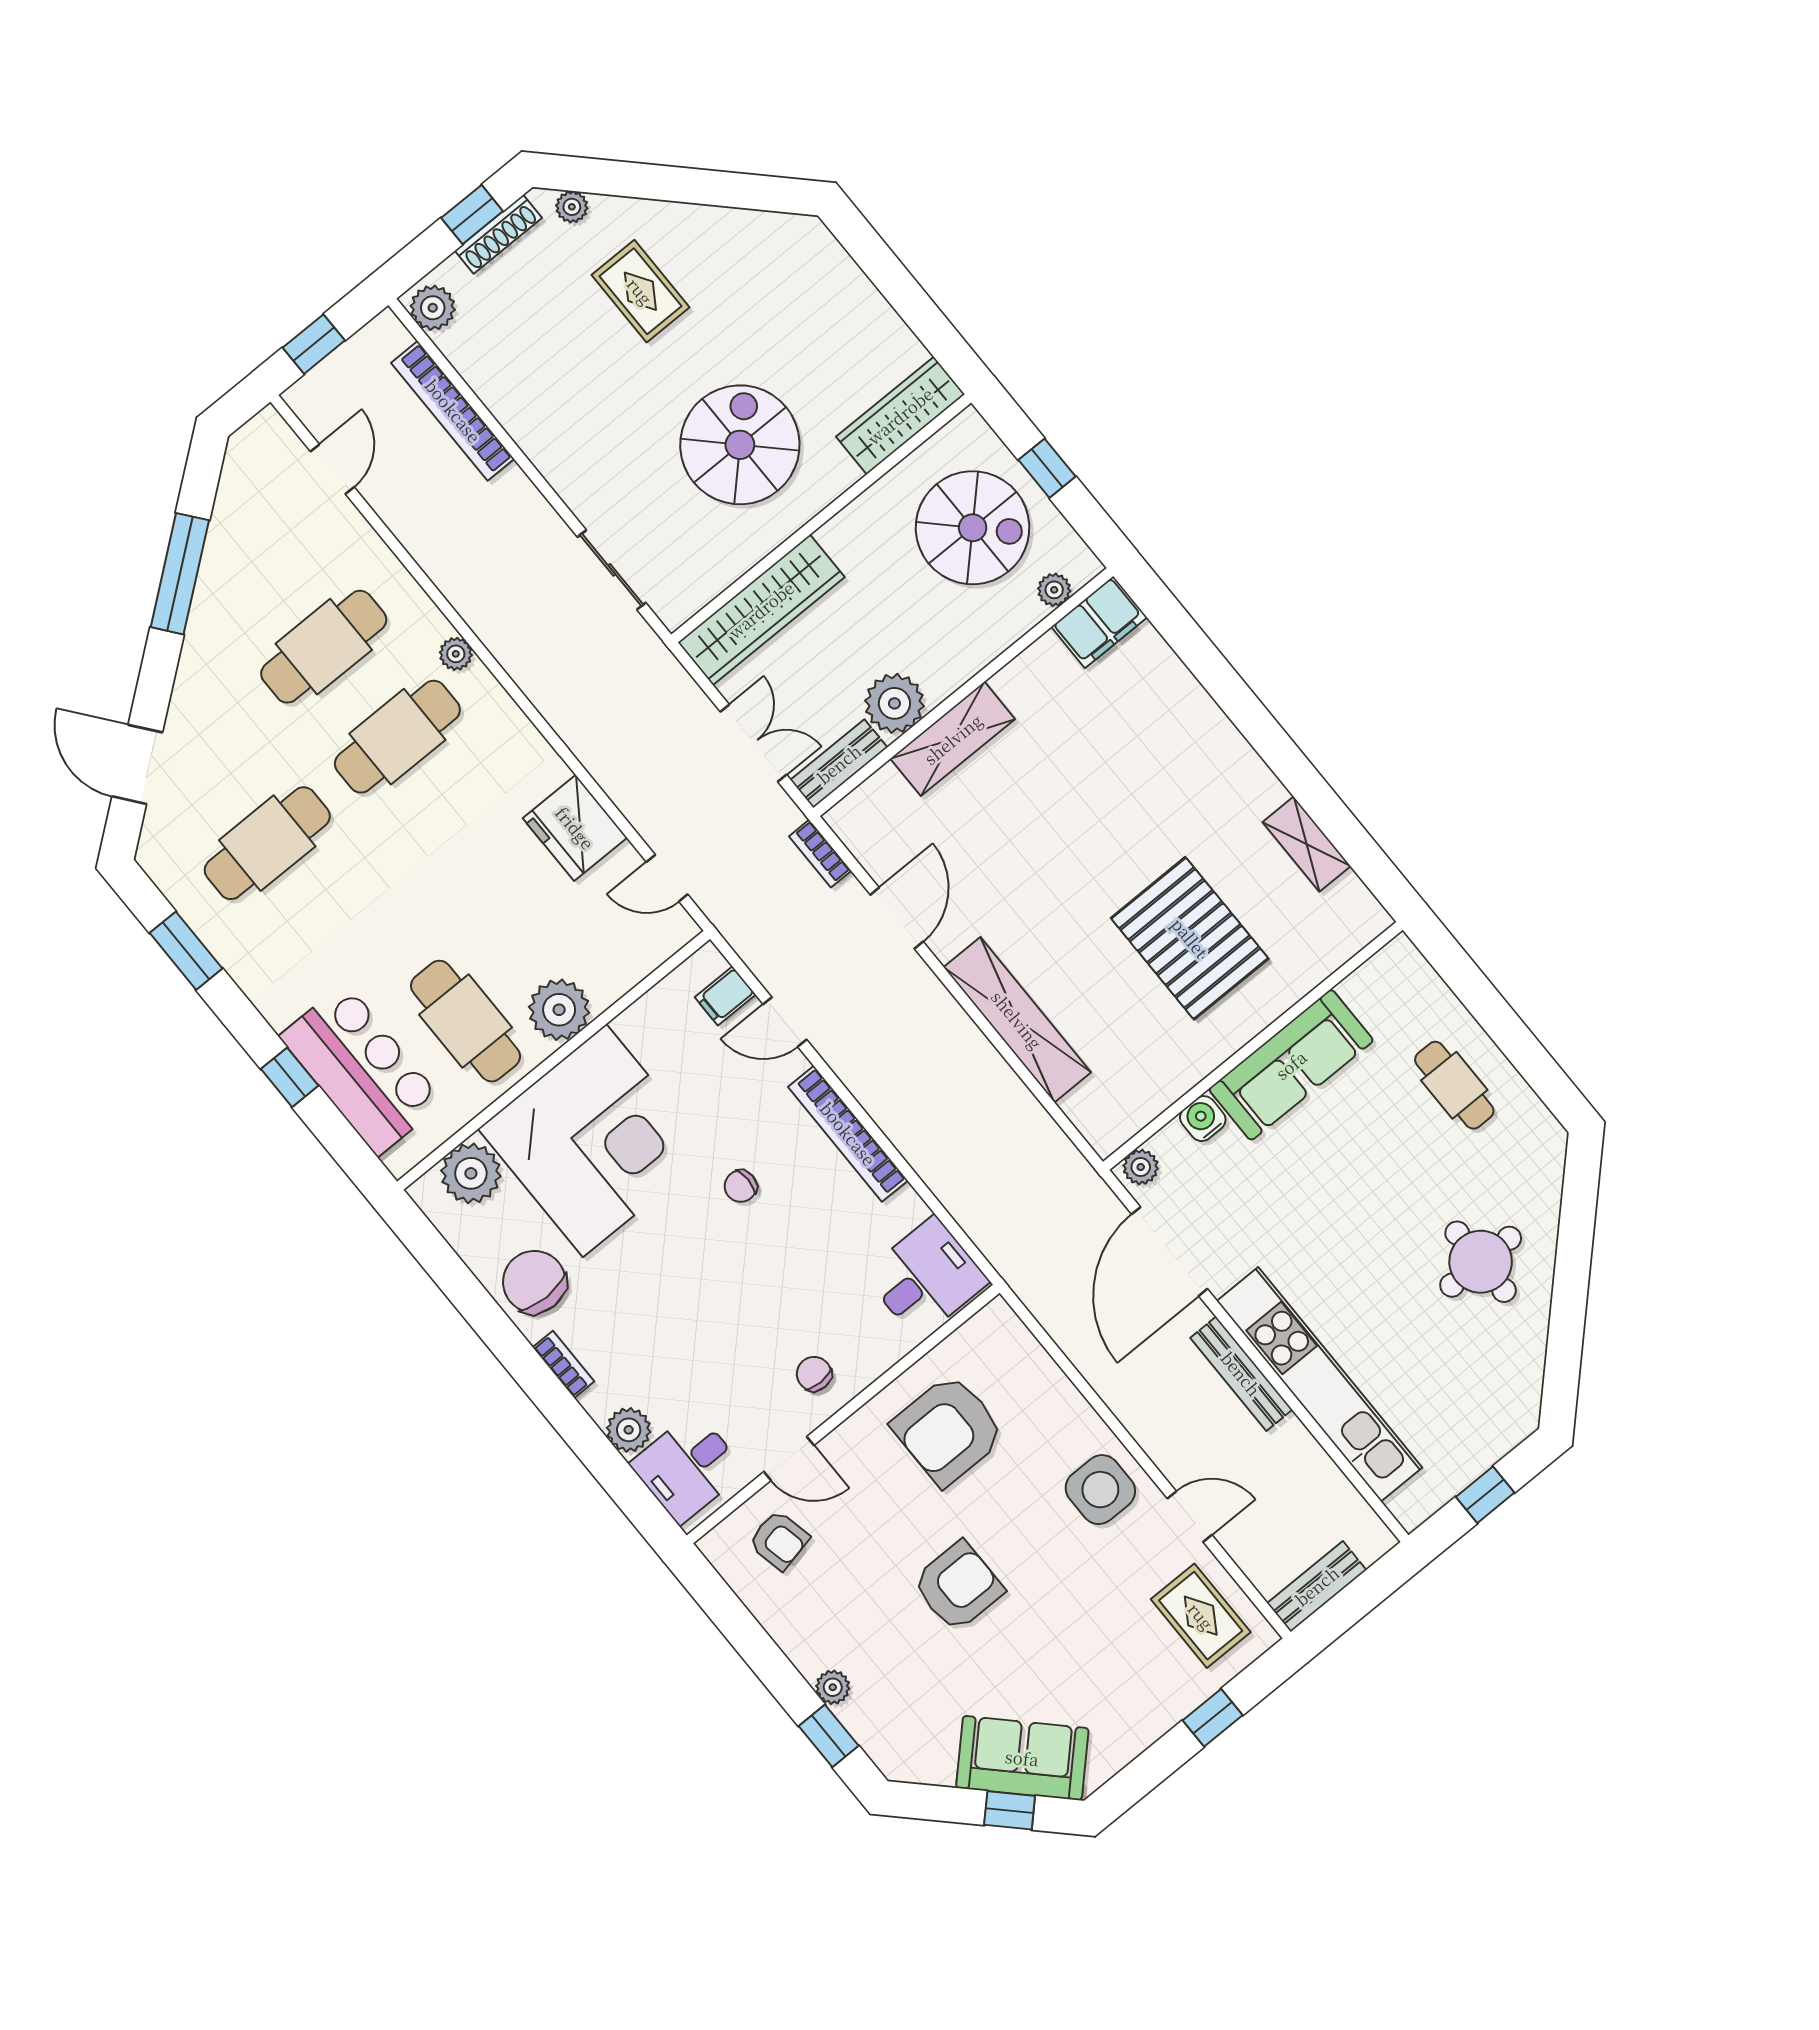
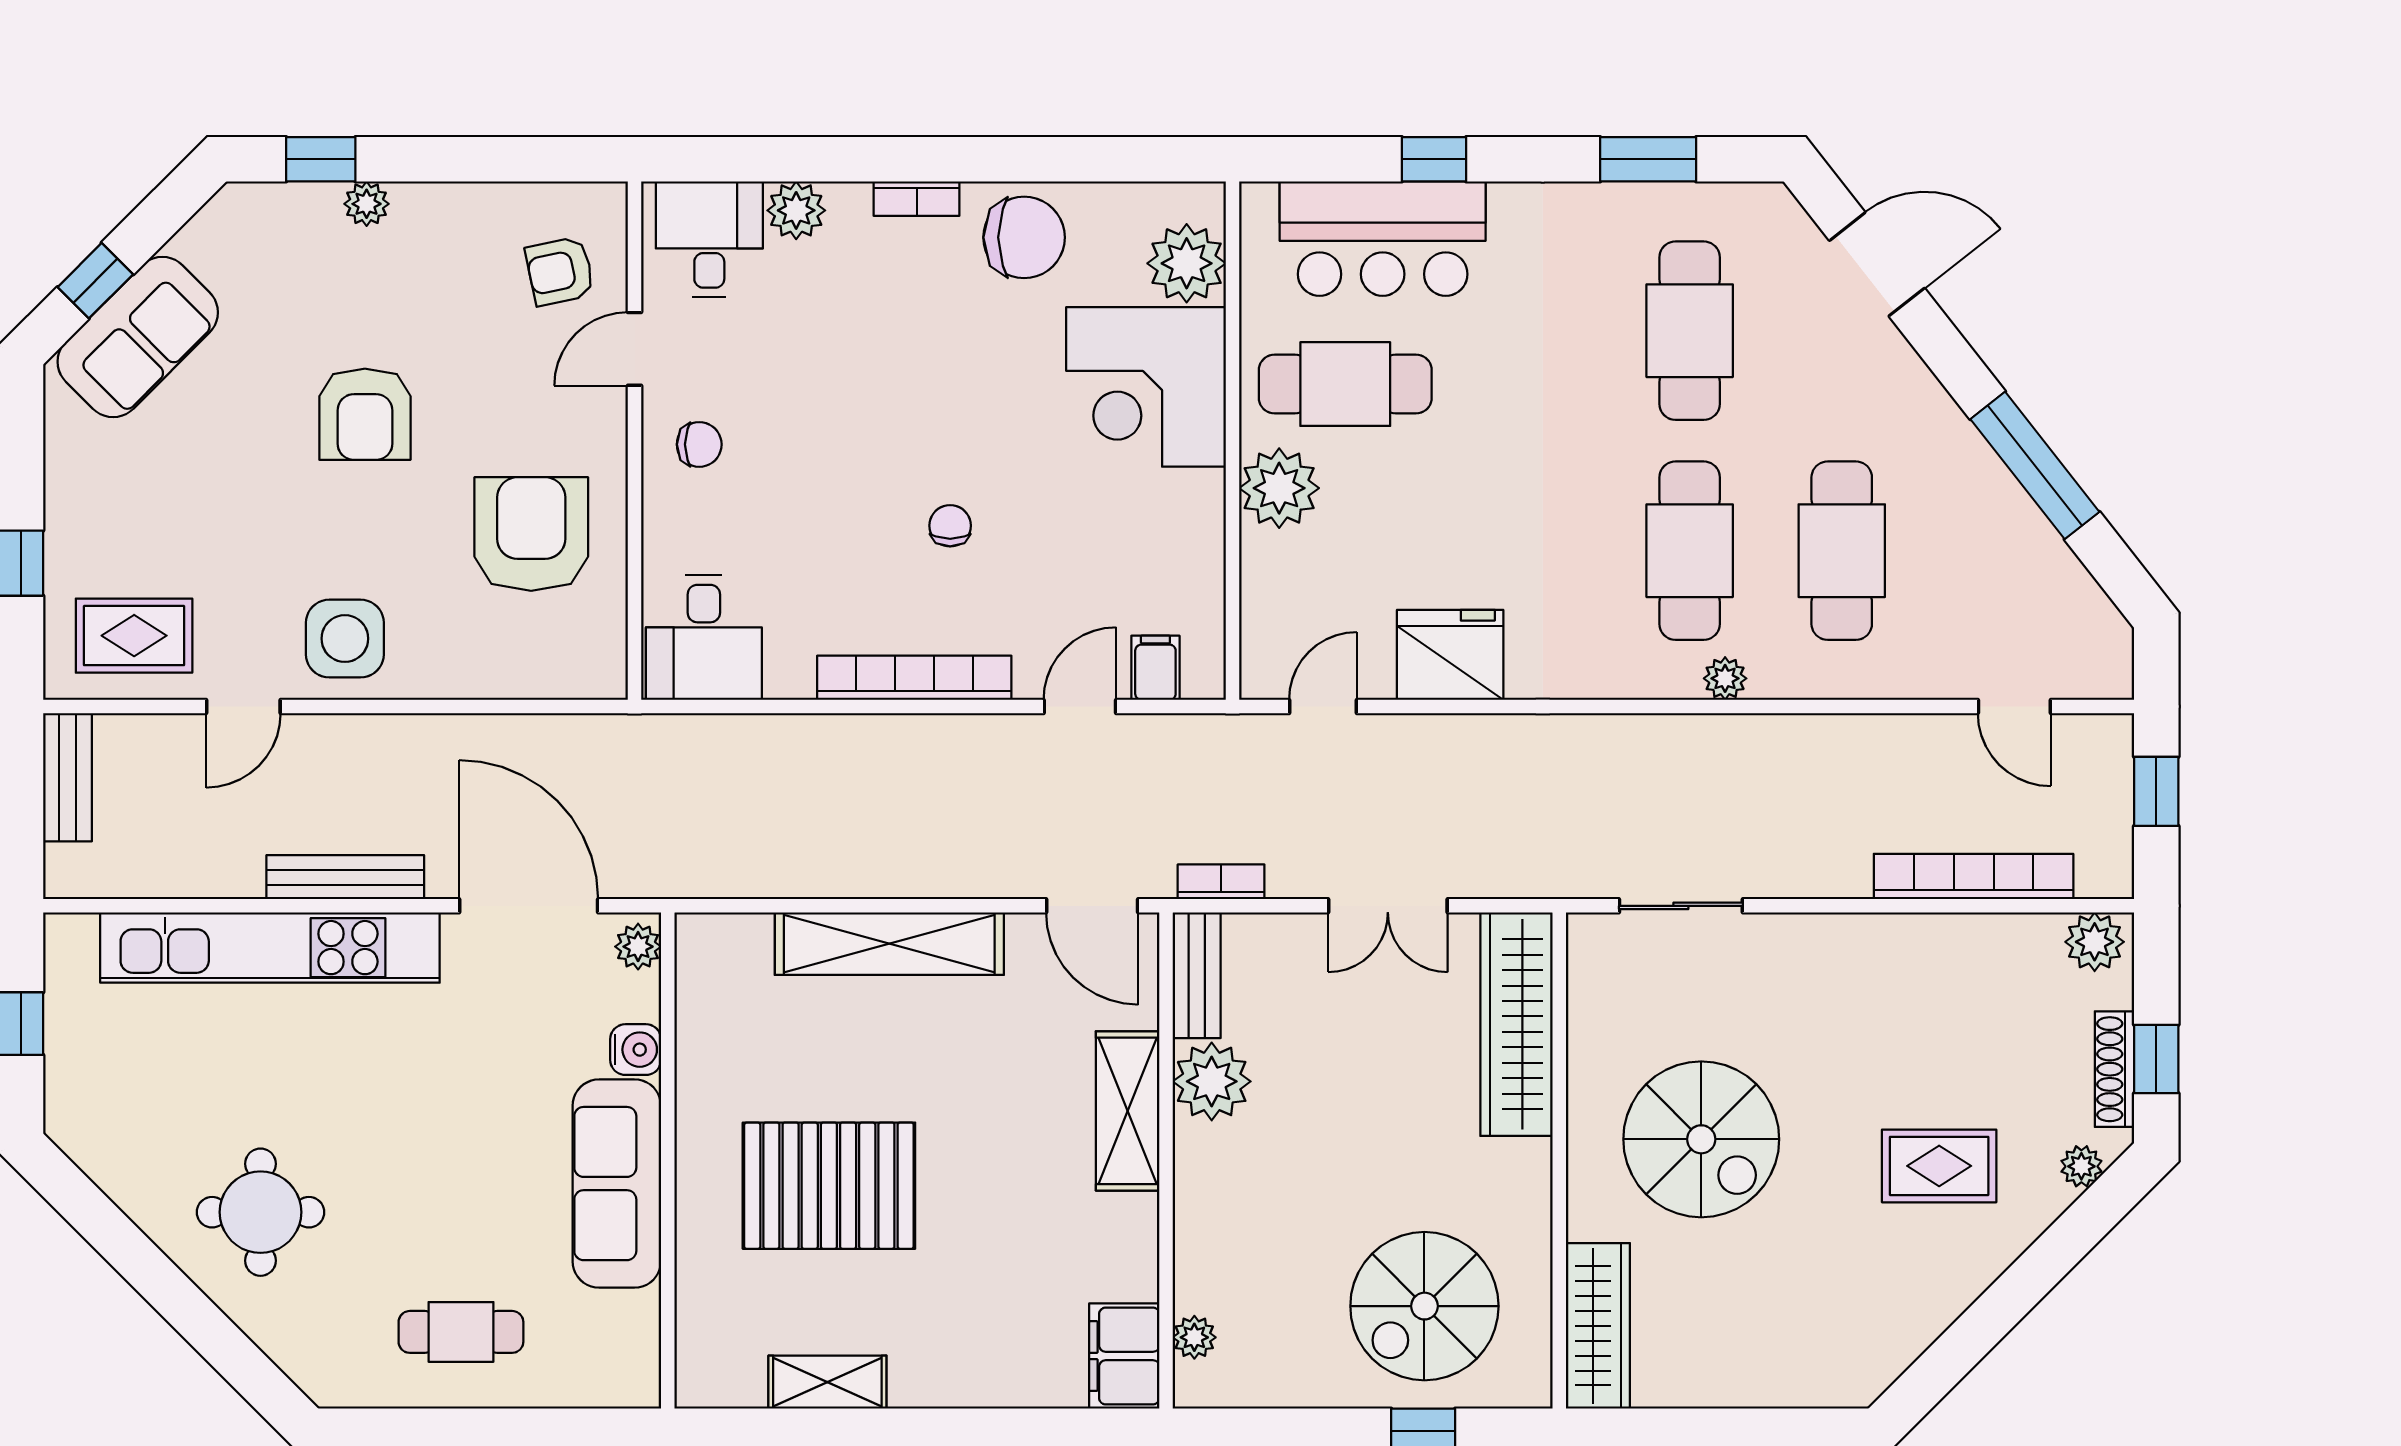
plant: (1054, 590) -> (1194, 1337), moved
filing cabinet: (1099, 622) -> (1124, 1356), moved
wall: (963, 692) -> (1166, 1161), moved
plant: (894, 703) -> (1212, 1081), moved
shelving: (953, 739) -> (1128, 1111), moved
bench: (839, 764) -> (1197, 975), moved
corner desk: (595, 1141) -> (1146, 387), width x0.74, depth x0.74

